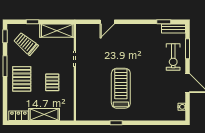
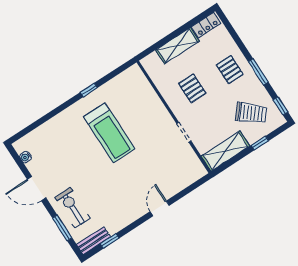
door: (107, 22) -> (160, 208), moved
pallet: (22, 79) -> (230, 70), width x0.67, depth x0.71

